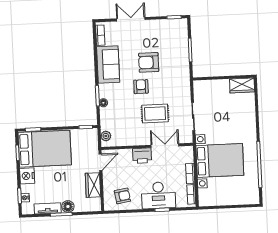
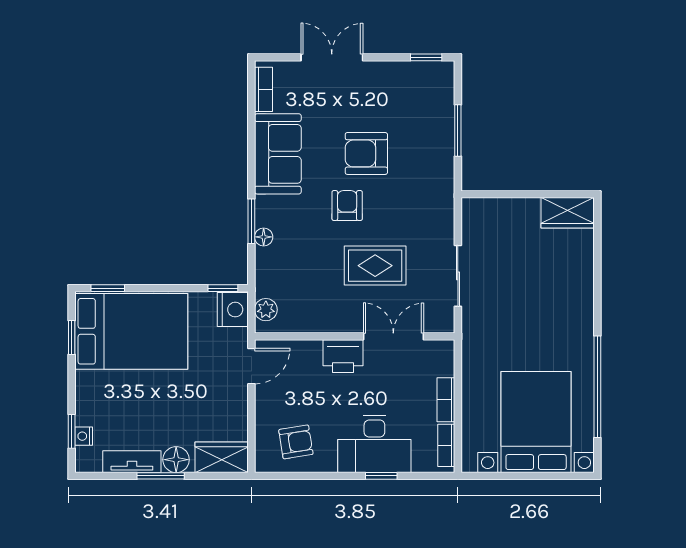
bed with nightstands: (220, 160) -> (536, 422), moved, turned -90
nightstand: (27, 176) -> (233, 310), moved, turned 180
wardrobe: (93, 185) -> (222, 457), moved, turned 90

